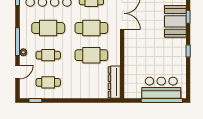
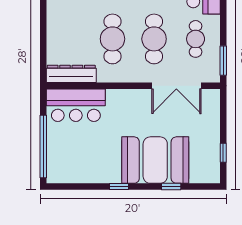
booth: (175, 21) -> (155, 160), width x1.36, depth x1.42
bar counter: (161, 88) -> (76, 105), moved, turned 90

